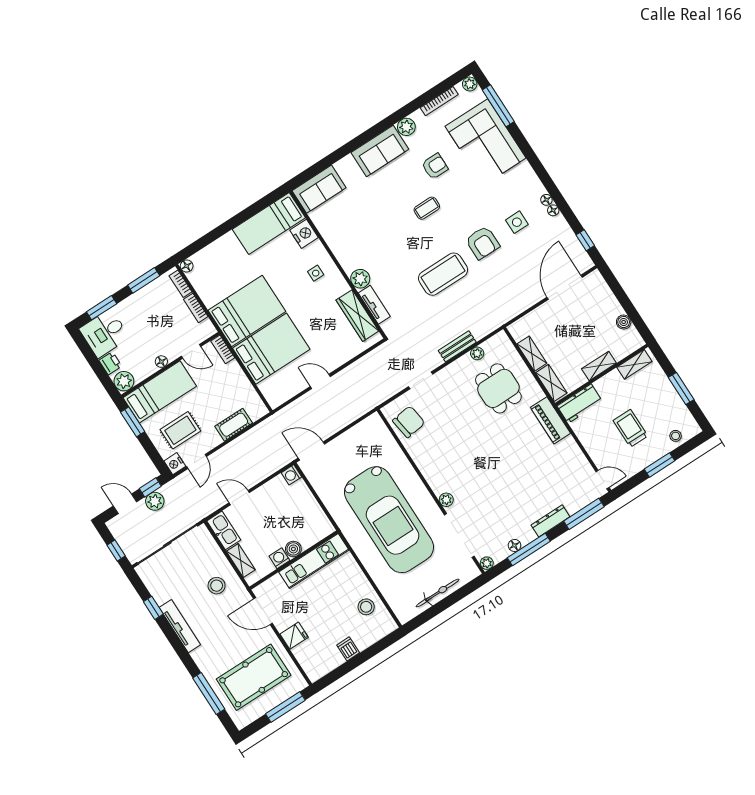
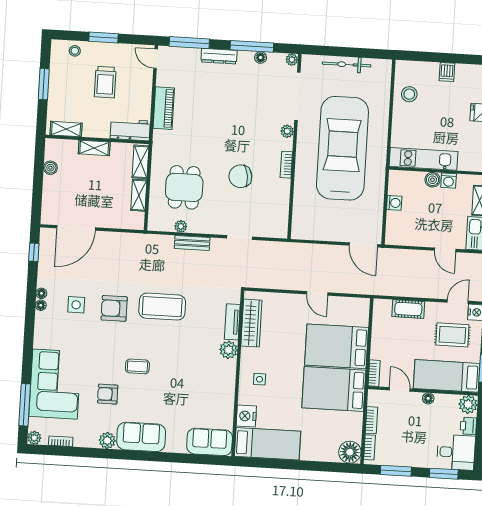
bookcase: (439, 101) -> (61, 441), width x0.64
armchair: (483, 243) -> (114, 308), turned -90
floor lamp: (187, 266) -> (350, 452), width x1.89, depth x1.89
piano: (550, 420) -> (164, 108), moved
chair: (409, 422) -> (240, 176), moved
bookcase: (426, 471) -> (286, 165), added
washing machine: (291, 475) -> (394, 203), moved

